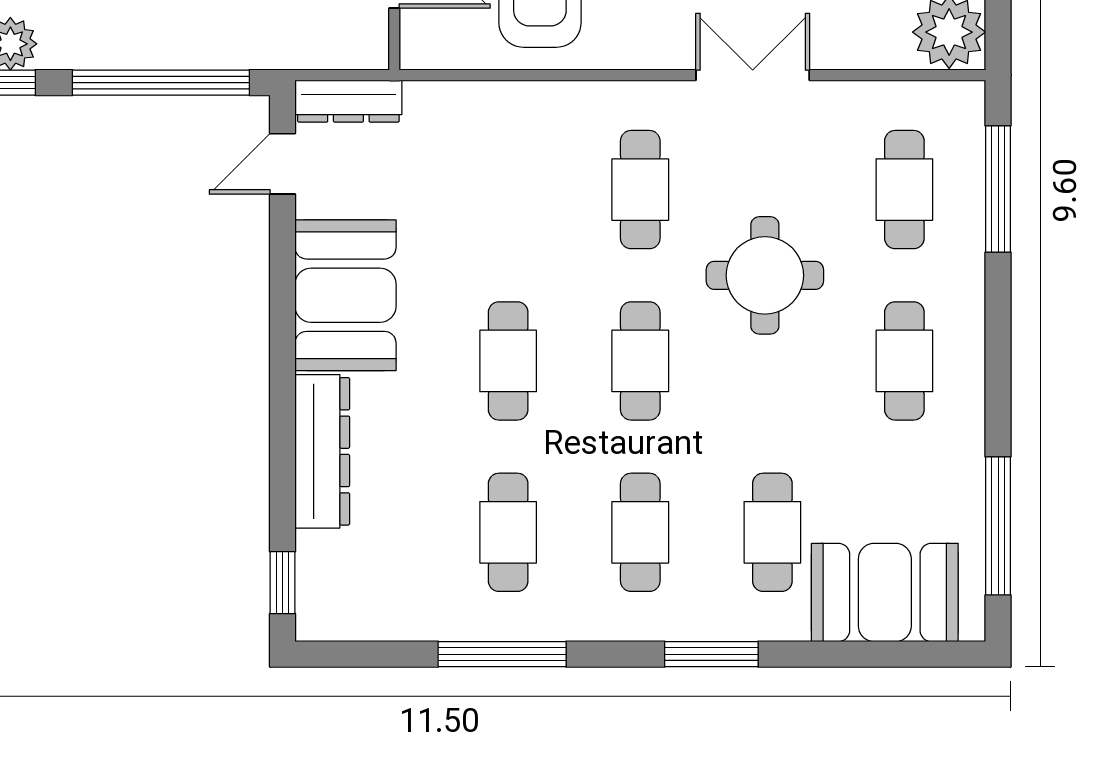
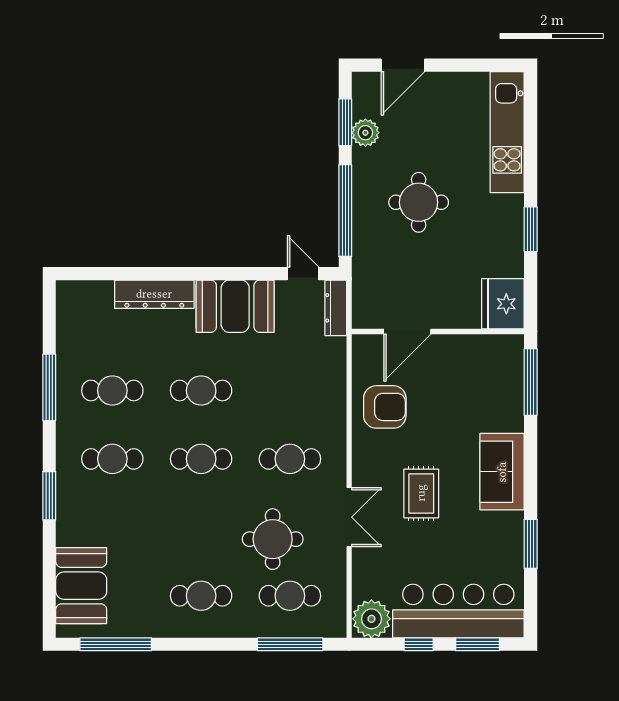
round table: (765, 275) -> (273, 539), moved
cafe table: (772, 532) -> (112, 527), removed
window: (282, 583) -> (86, 274), removed

